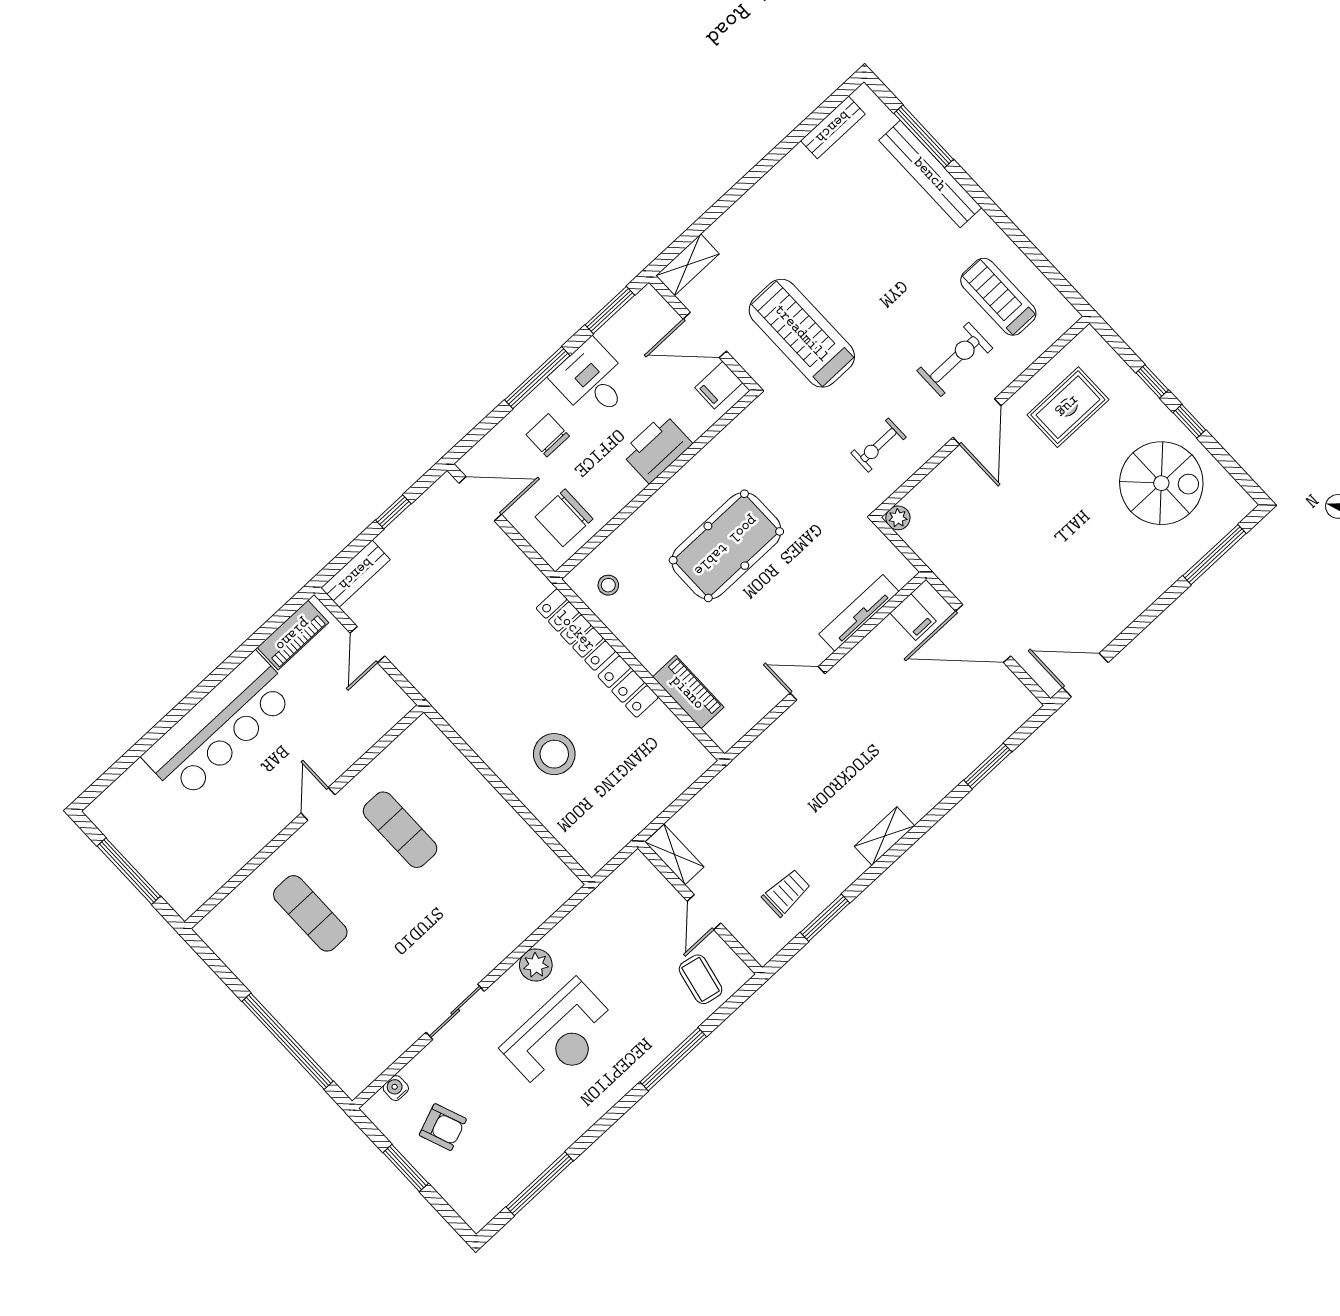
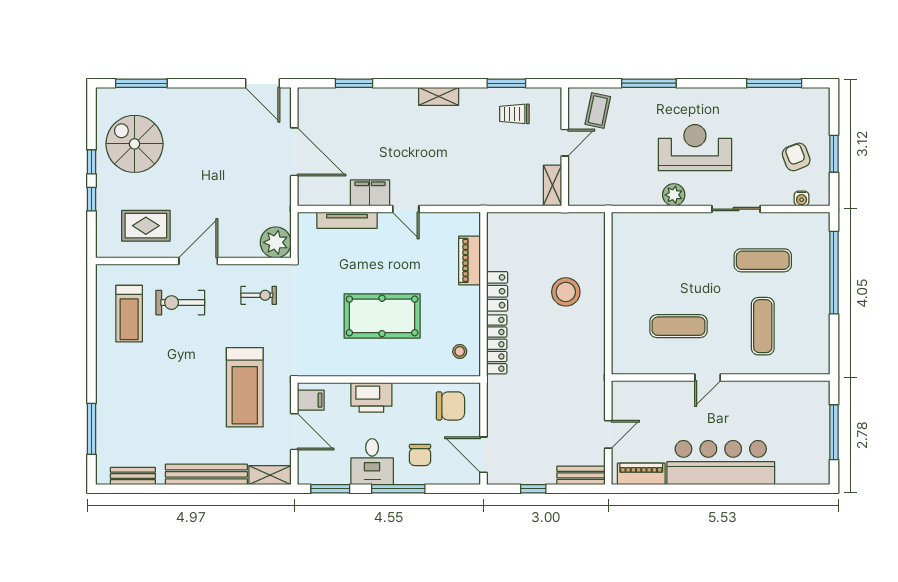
bench: (930, 174) -> (206, 474), moved, turned 90
plant: (898, 518) -> (276, 242), width x1.87, depth x1.87
filing cabinet: (913, 617) -> (370, 193), moved, width x2.00
exercise mat: (400, 830) -> (679, 326), turned 90
exercise mat: (376, 984) -> (763, 260), added

